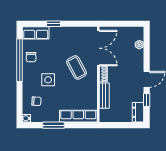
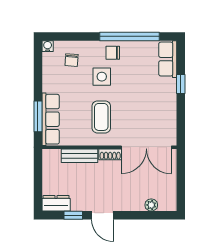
chair: (31, 57) -> (113, 53), moved
coffee table: (77, 67) -> (101, 117), moved, turned -62
window: (53, 125) -> (38, 116), moved

